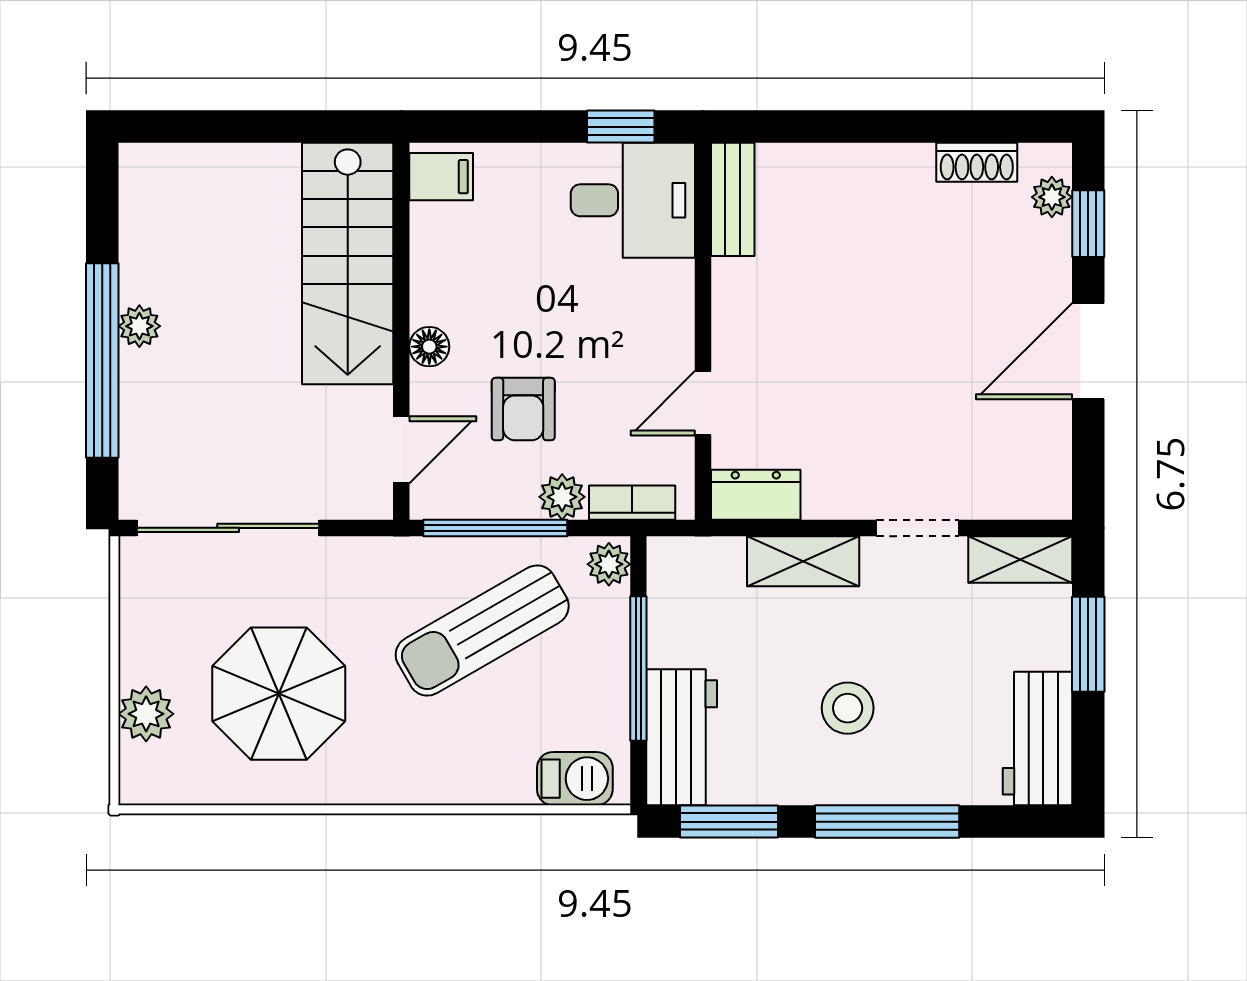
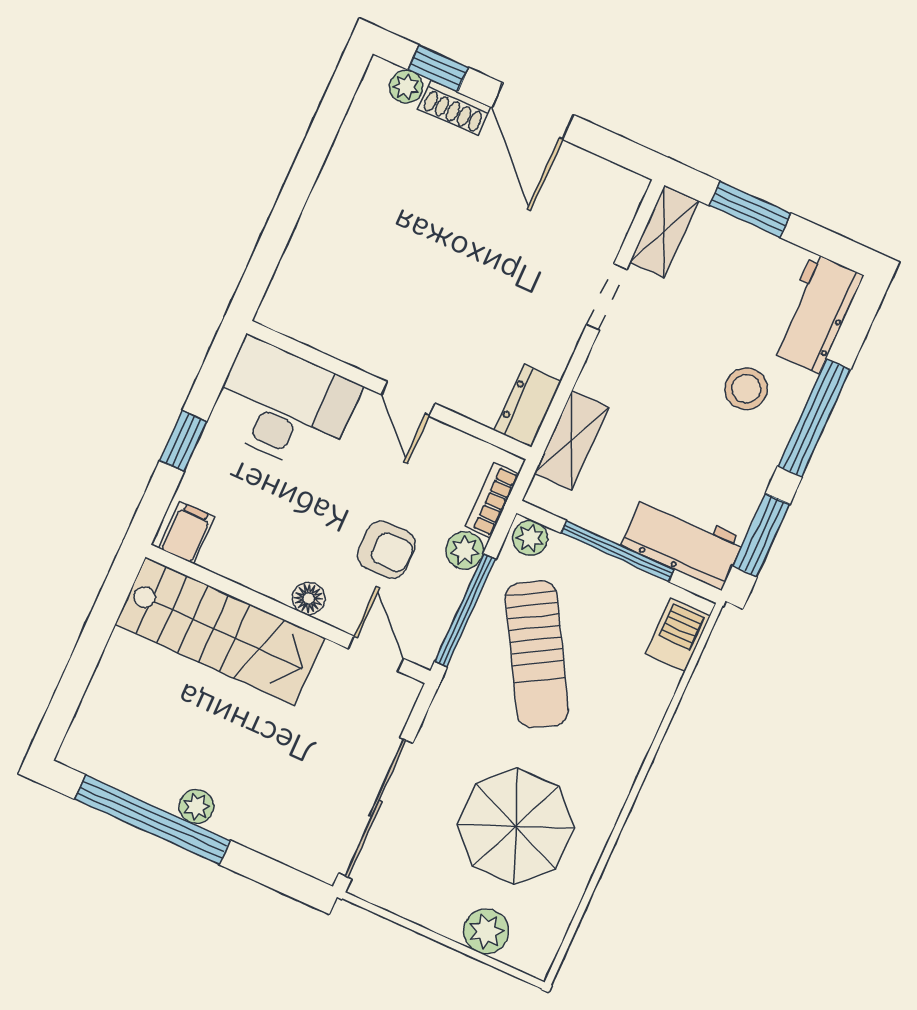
window: (621, 127) -> (183, 441), moved
shoe rack: (977, 162) -> (455, 108), moved, turned 90
bench: (733, 199) -> (301, 324), removed
desk: (633, 200) -> (284, 406), width x1.37
window: (102, 360) -> (152, 820), moved
door: (703, 403) -> (408, 399), moved
shelving: (803, 561) -> (572, 440), moved
stool: (848, 708) -> (746, 389), moved
workbench: (1038, 738) -> (816, 313), moved, turned 90

